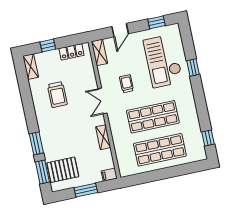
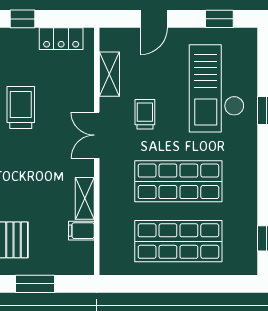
shelving: (99, 52) -> (109, 74), moved
trolley: (57, 95) -> (21, 107), turned 180
filing cabinet: (109, 175) -> (81, 231), moved

